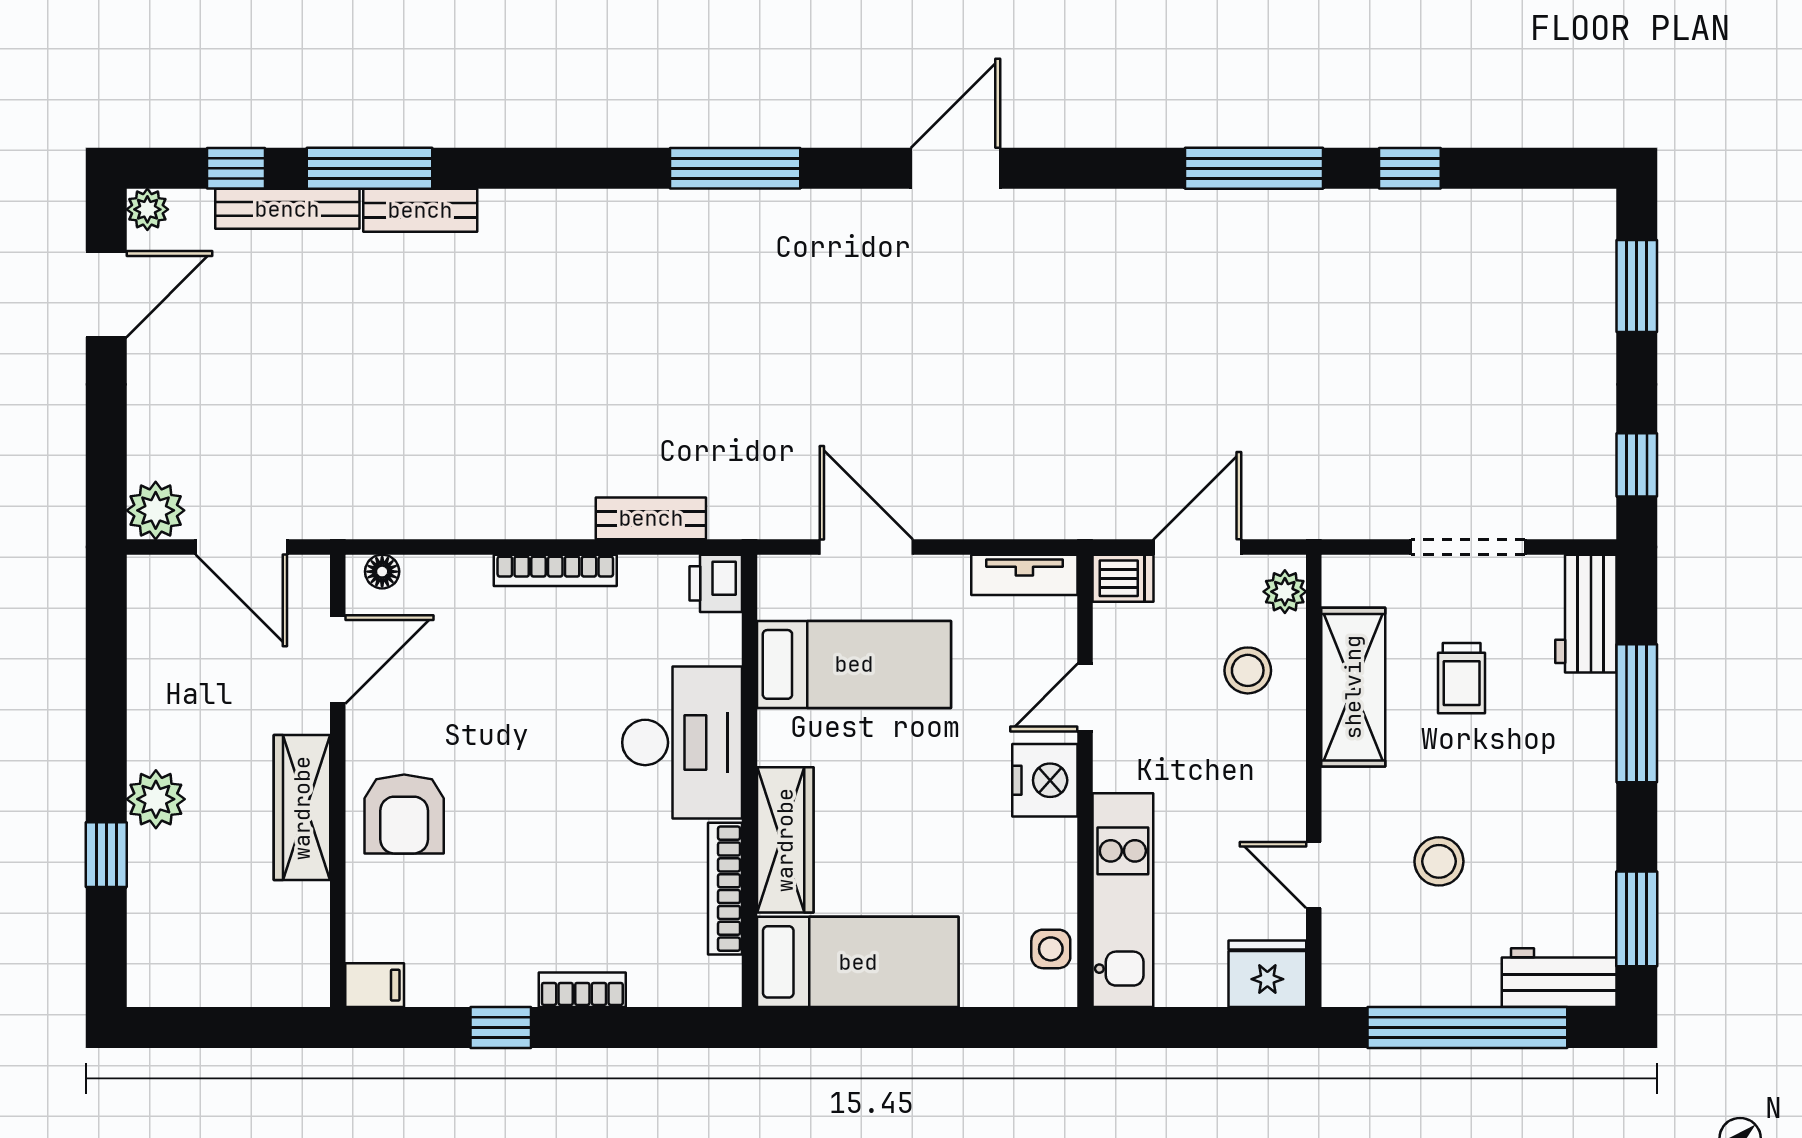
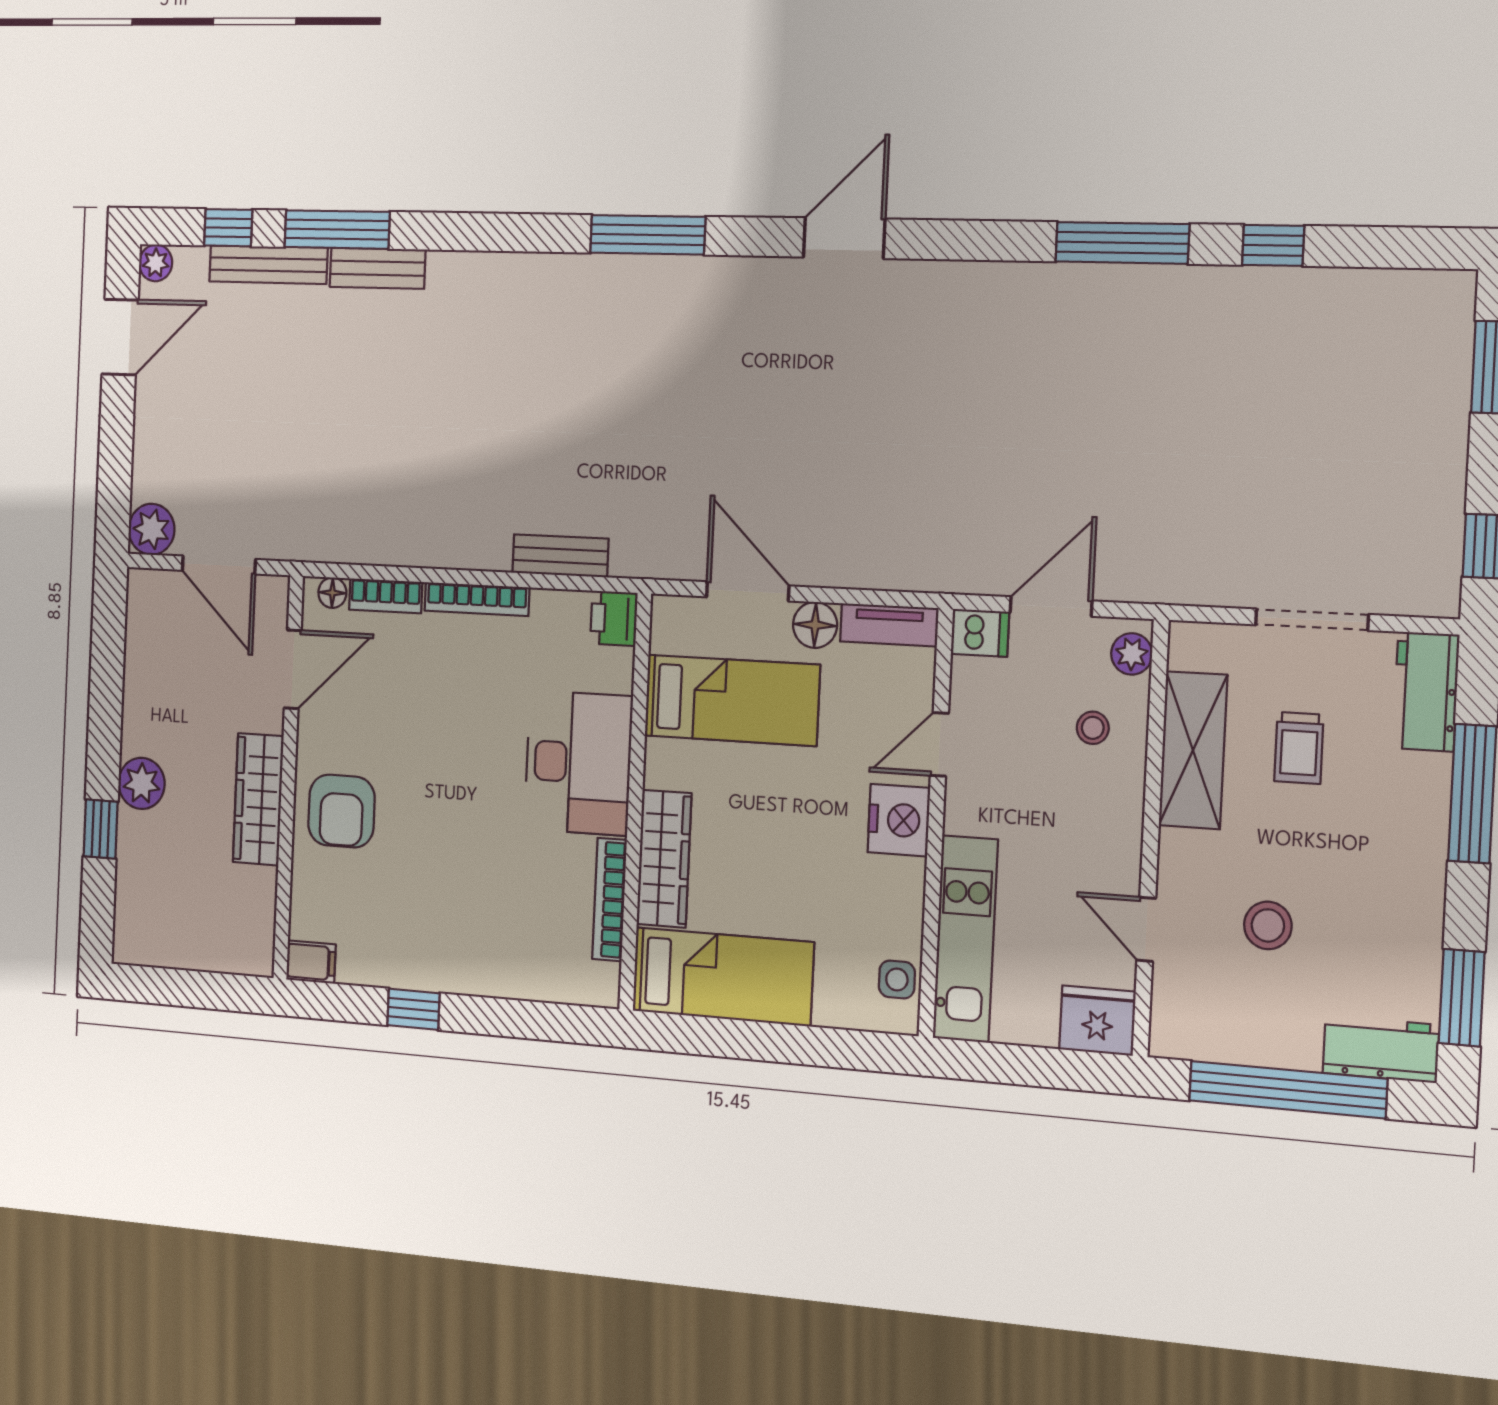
floor lamp: (943, 579) -> (815, 625), added
stool: (1248, 670) -> (1093, 728), width x0.73, depth x0.73
bookcase: (582, 990) -> (386, 596), moved, turned 180

